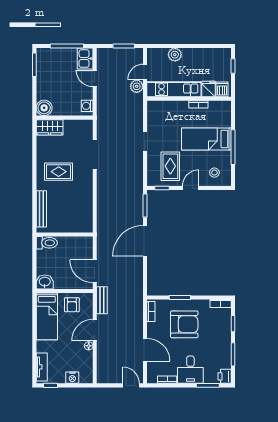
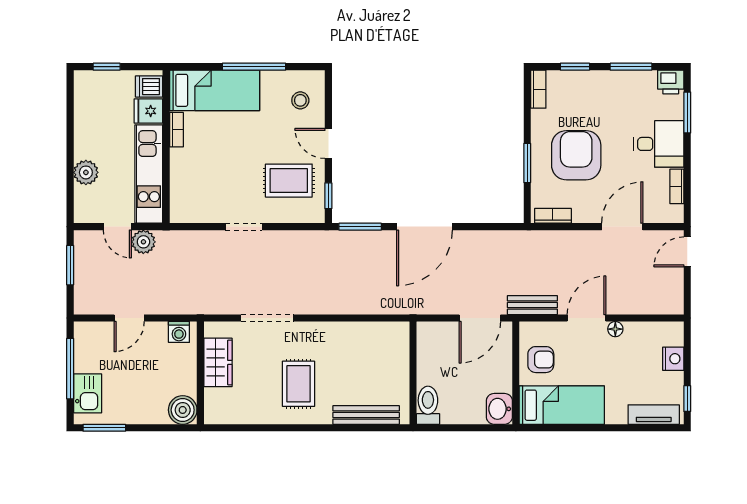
kitchen sink: (85, 59) -> (88, 393), moved, turned -90
wardrobe: (50, 127) -> (218, 362), moved
bed: (206, 139) -> (215, 90), moved, turned -90
door: (145, 241) -> (424, 227), hinge flipped
door: (95, 330) -> (586, 318), swing flipped

